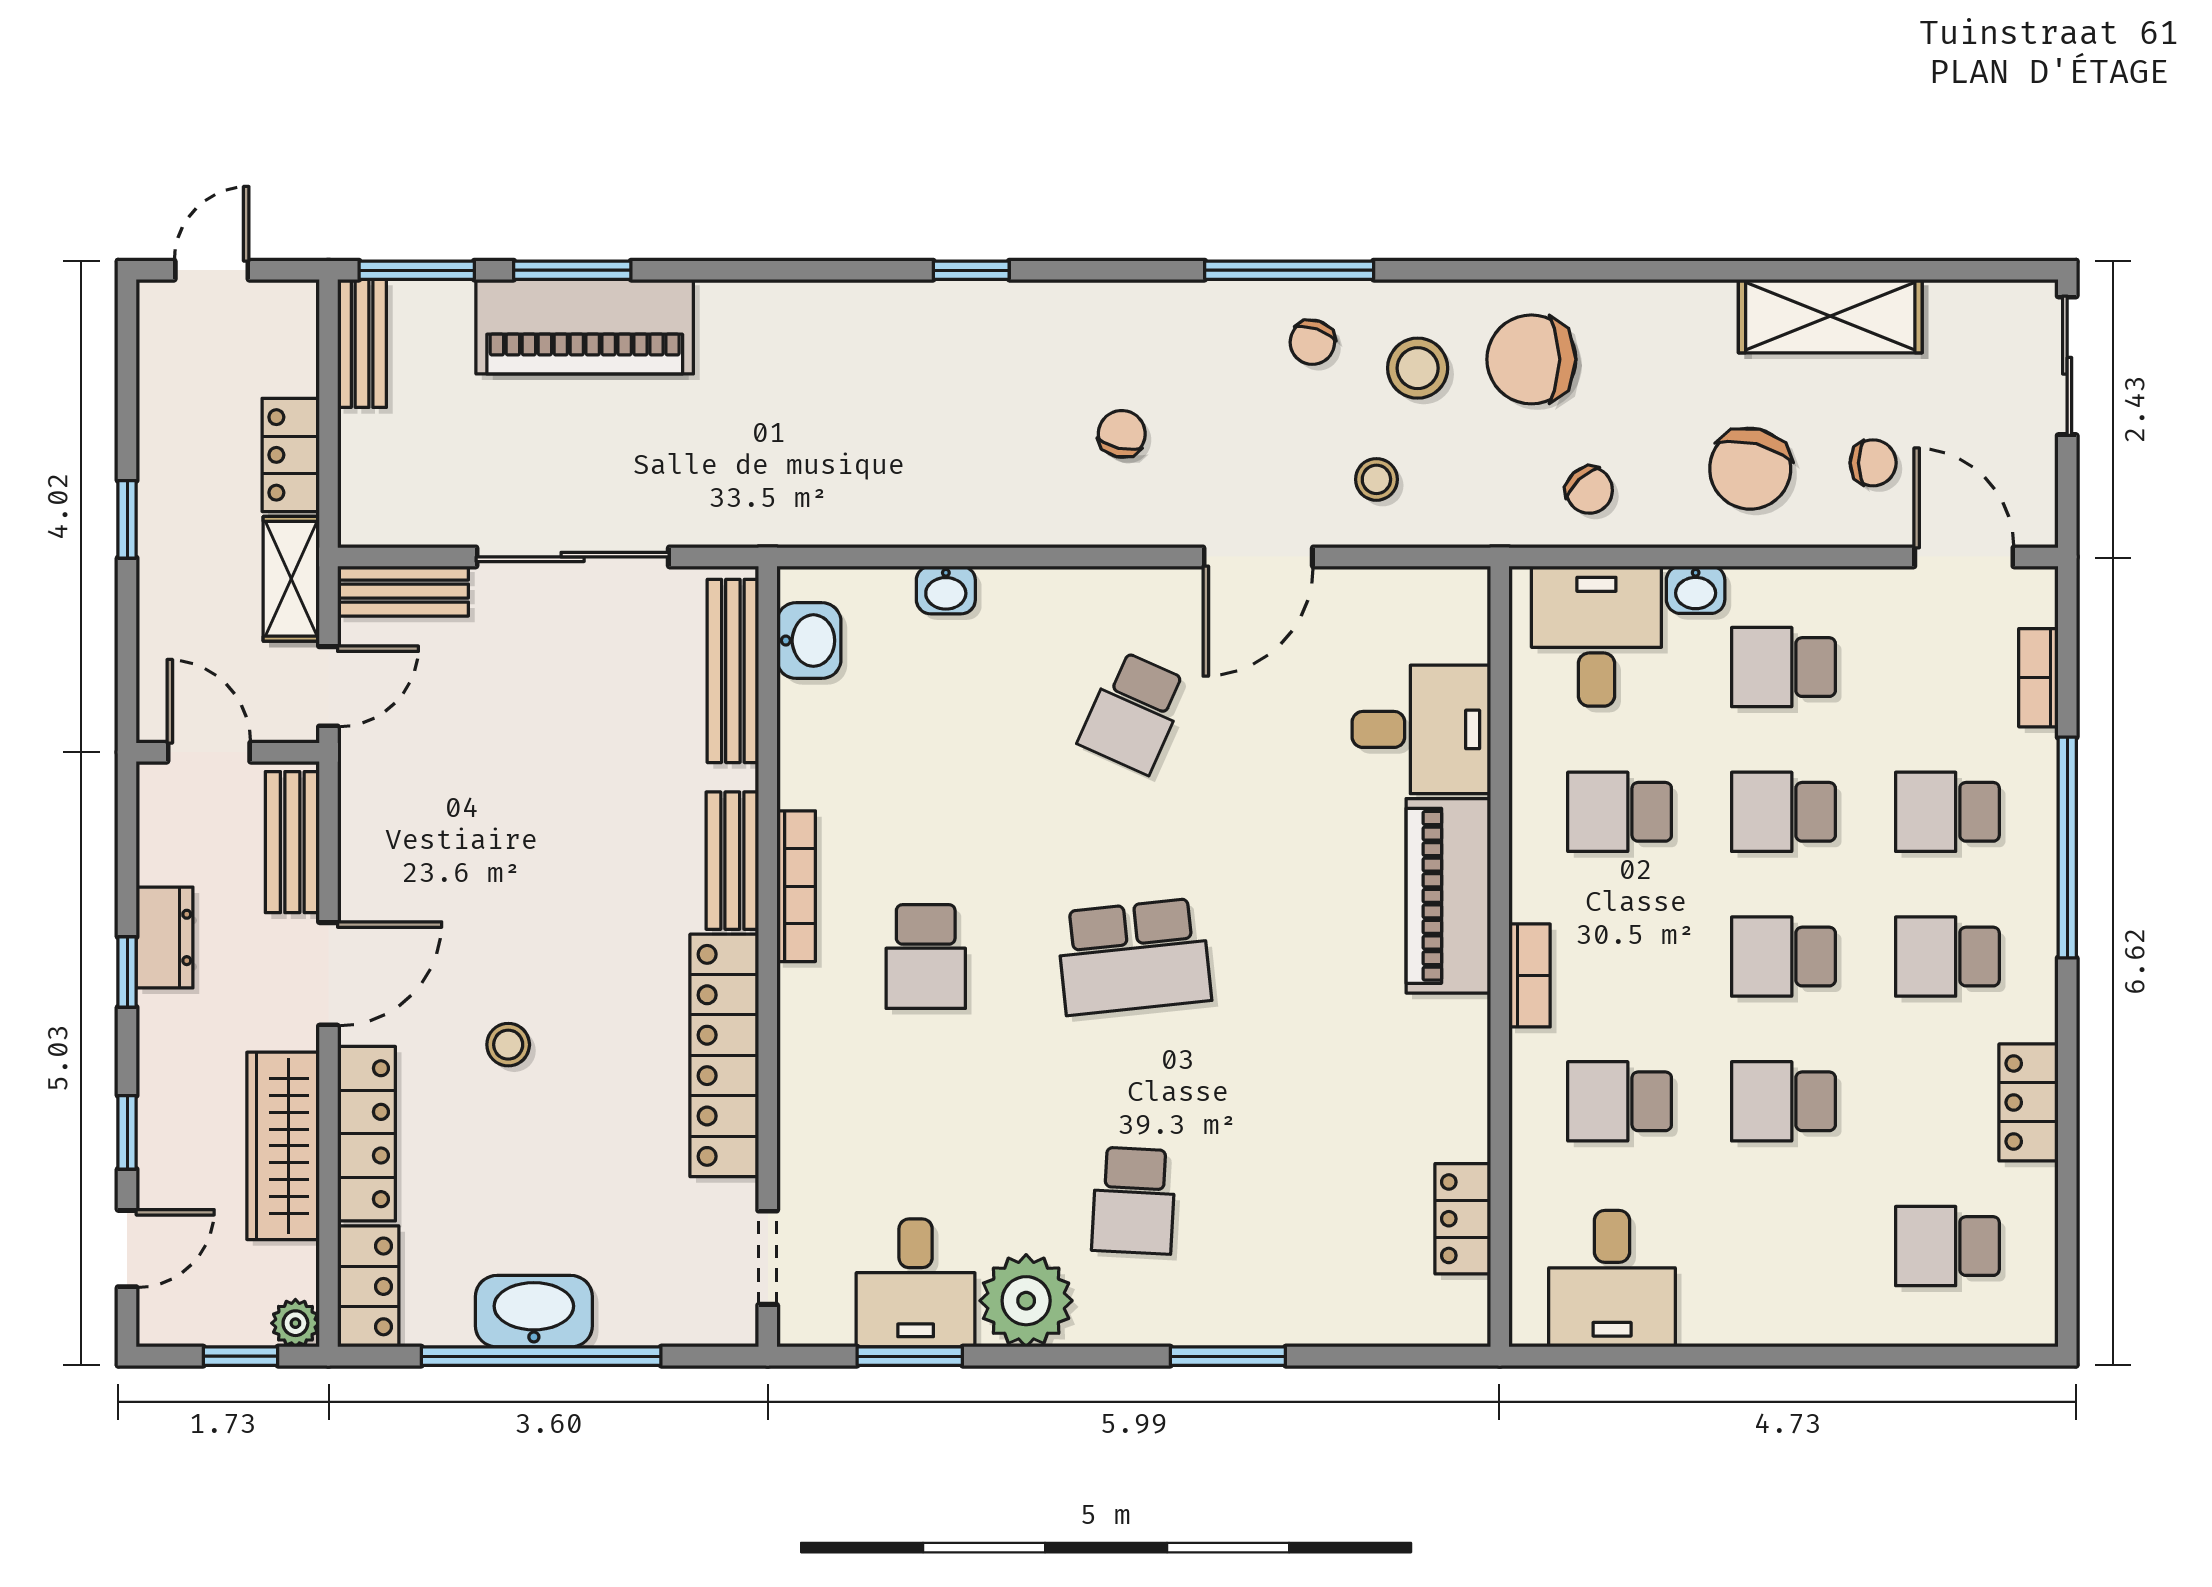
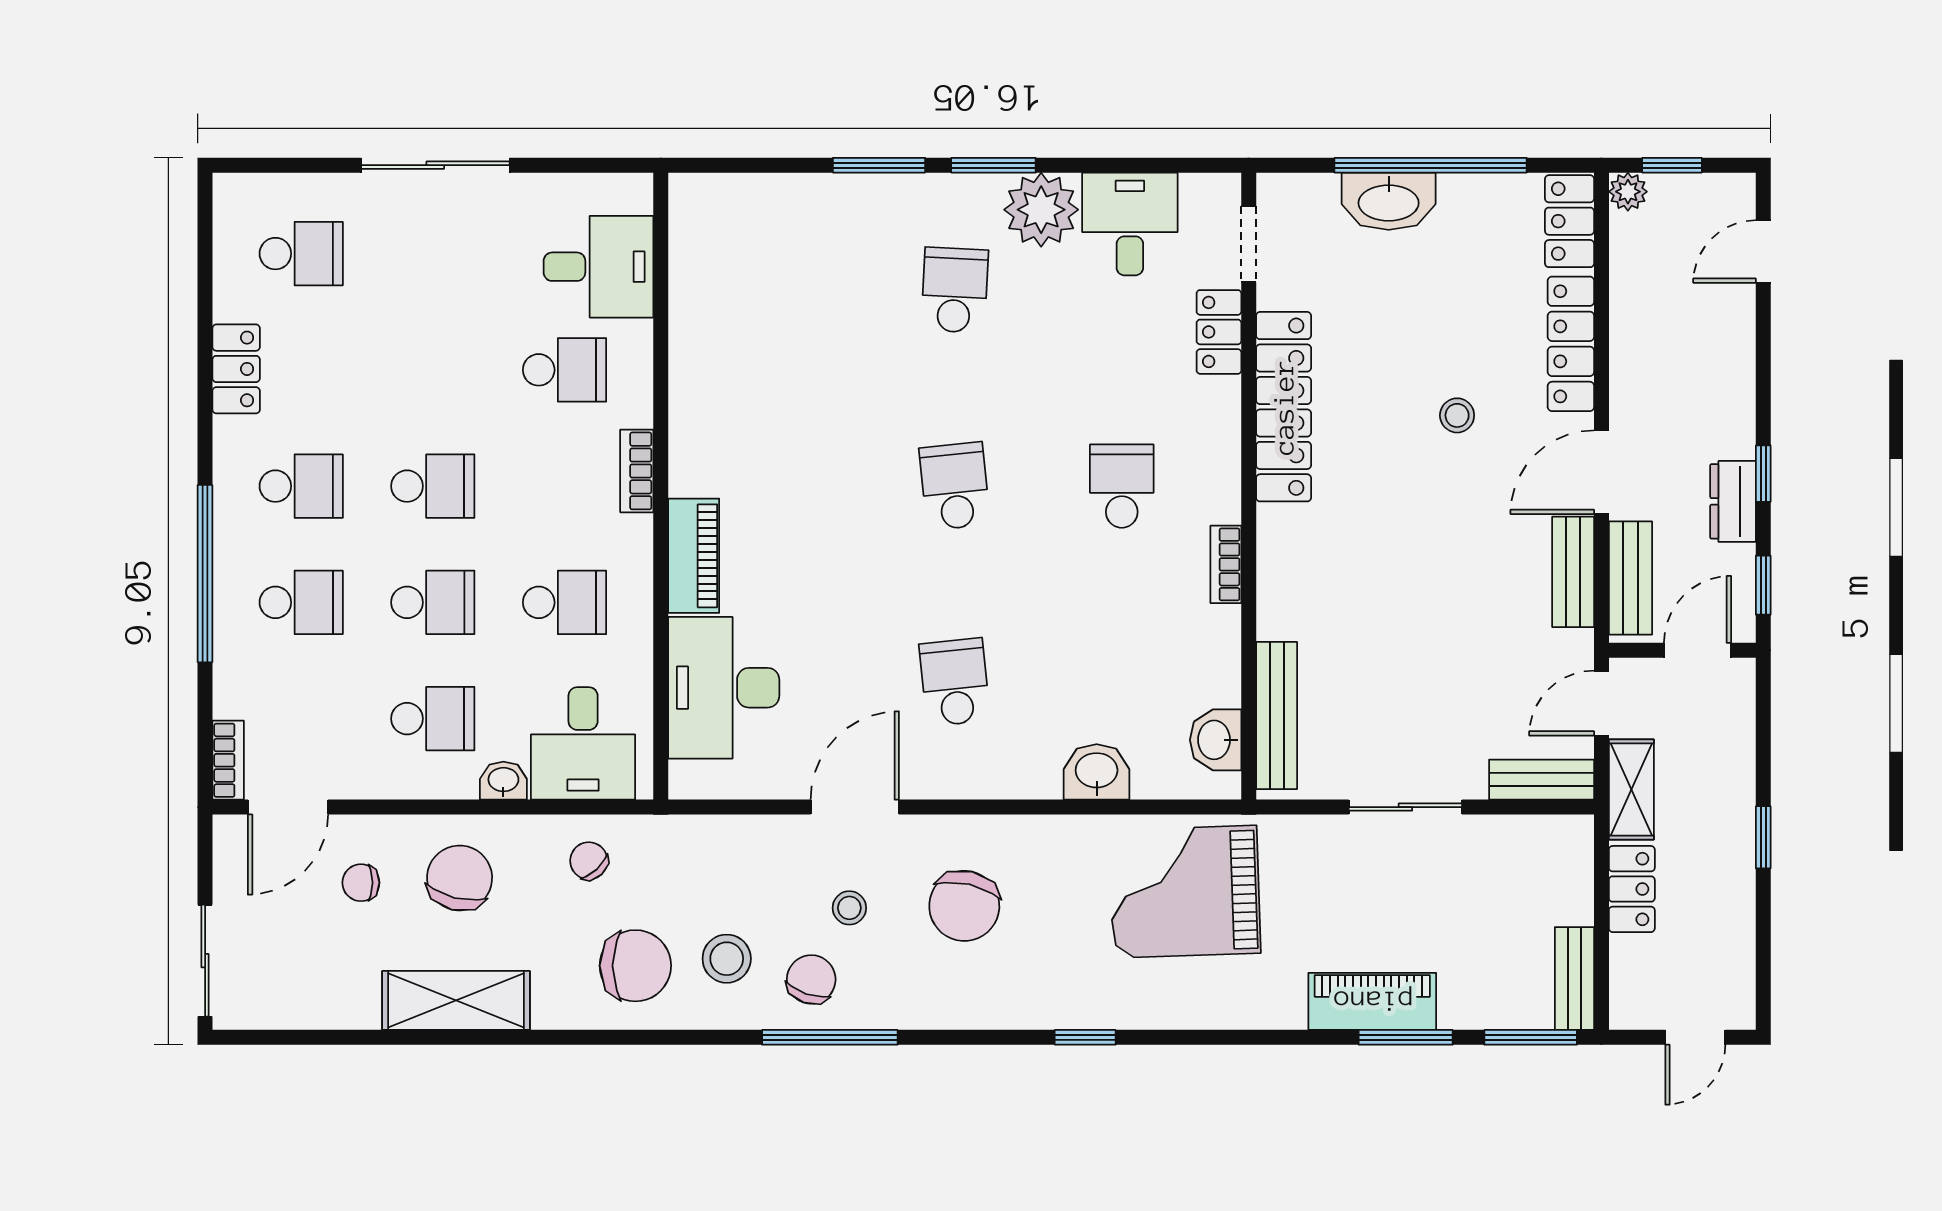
shelving: (1830, 316) -> (456, 1000), moved
piano: (585, 327) -> (1372, 1001), width x0.73, depth x0.75
chair: (1312, 342) -> (811, 979), width x1.37, depth x1.37
chair: (1122, 434) -> (964, 906), width x1.87, depth x1.87
grand piano: (847, 452) -> (1185, 892), added
stool: (1376, 479) -> (849, 908), moved
sliding door: (573, 557) -> (1405, 807), width x0.73
door: (1964, 557) -> (288, 807), hinge flipped
washbasin: (946, 590) -> (1097, 772), width x1.38, depth x1.45
bookcase: (2038, 678) -> (228, 760), moved
school desk: (1134, 713) -> (955, 682), turned -30
desk: (1421, 729) -> (724, 688), width x1.37
door: (209, 752) -> (1698, 650), swing flipped
bench: (732, 861) -> (1573, 572), moved
bookcase: (796, 886) -> (1226, 564), width x0.64
piano: (1448, 896) -> (694, 556), width x0.73, depth x0.75
school desk: (1134, 957) -> (955, 486), width x0.54
school desk: (1783, 1101) -> (433, 370), removed
window: (127, 1132) -> (1763, 585), moved
wardrobe: (283, 1146) -> (1638, 334), removed
locker: (1463, 1219) -> (1219, 332), moved, turned 180
desk: (1612, 1279) -> (598, 267), moved, turned 90
washbasin: (534, 1311) -> (1389, 201), moved
window: (910, 1356) -> (993, 165), moved
sliding door: (1780, 1356) -> (435, 165), added

